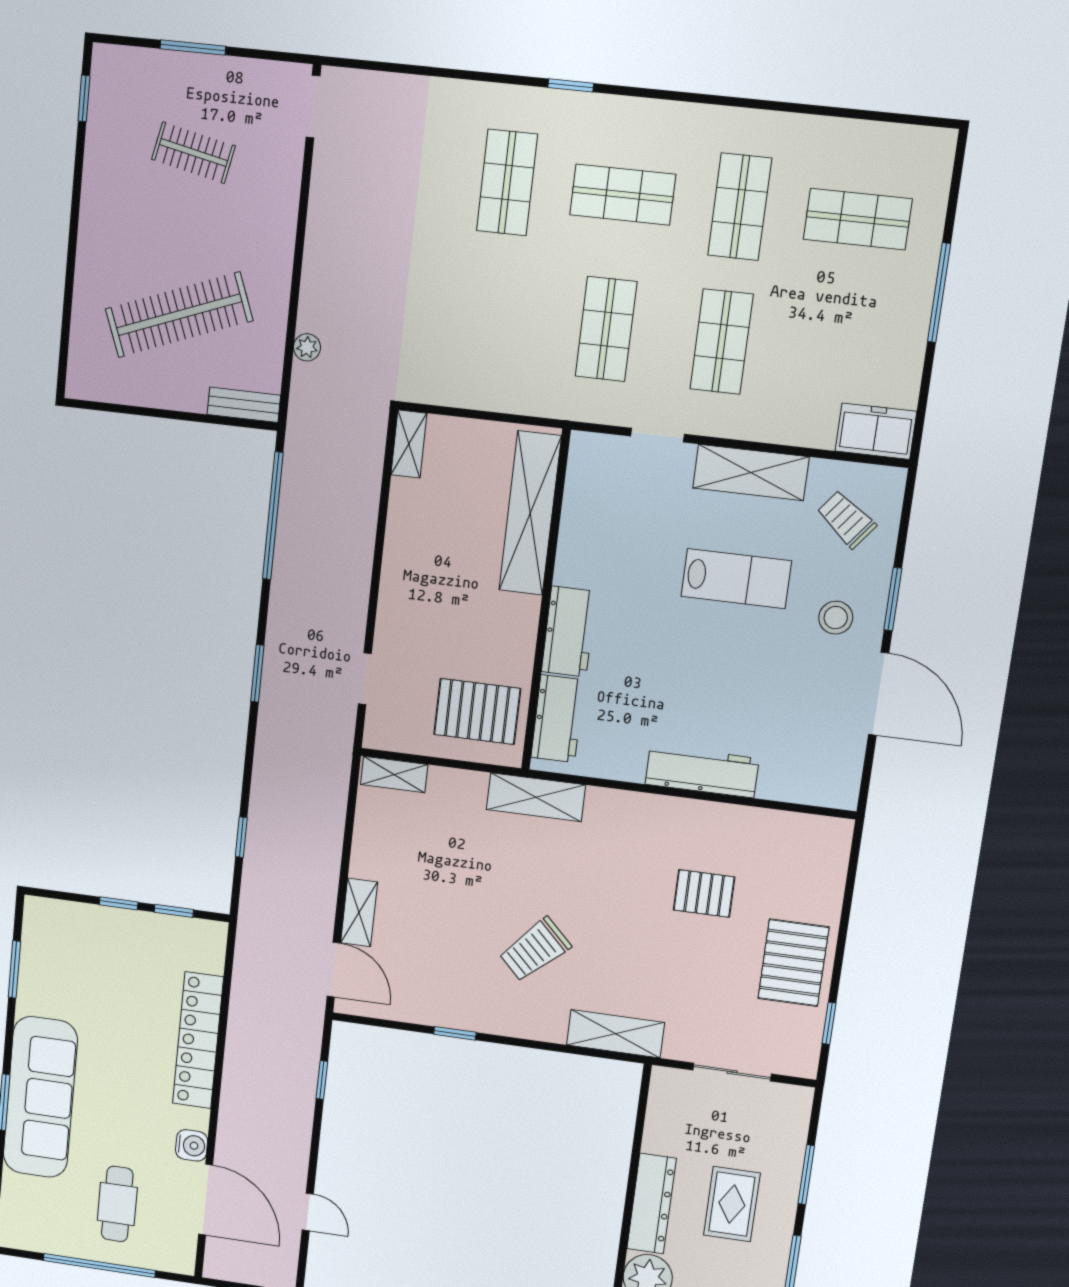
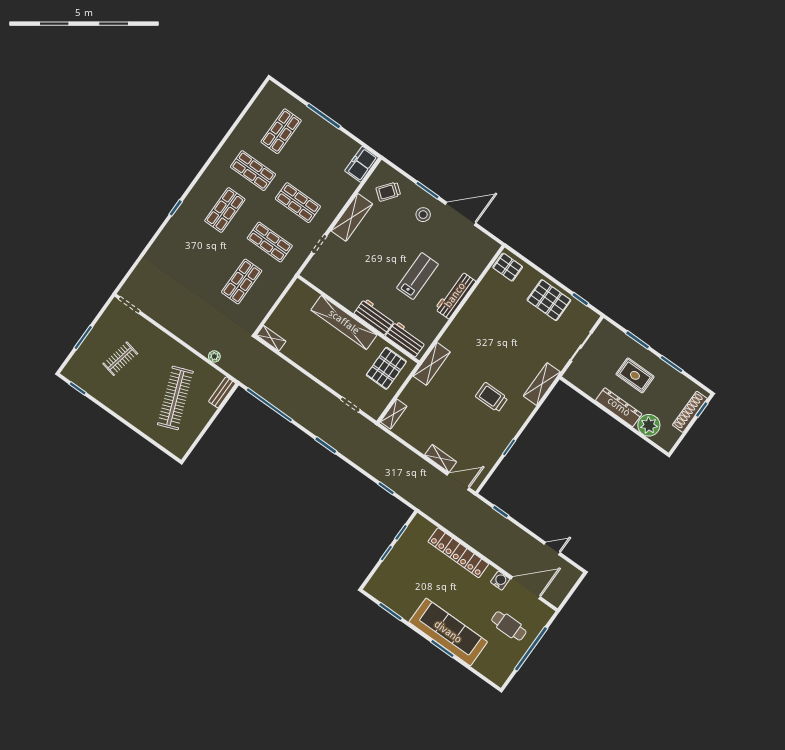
shop shelf: (507, 182) -> (242, 281), moved, turned 90
shelving: (530, 513) -> (344, 322), moved
lab bench: (736, 579) -> (417, 276), moved
pallet: (704, 893) -> (508, 267), moved, turned 90
trolley: (535, 950) -> (492, 397), turned 135

